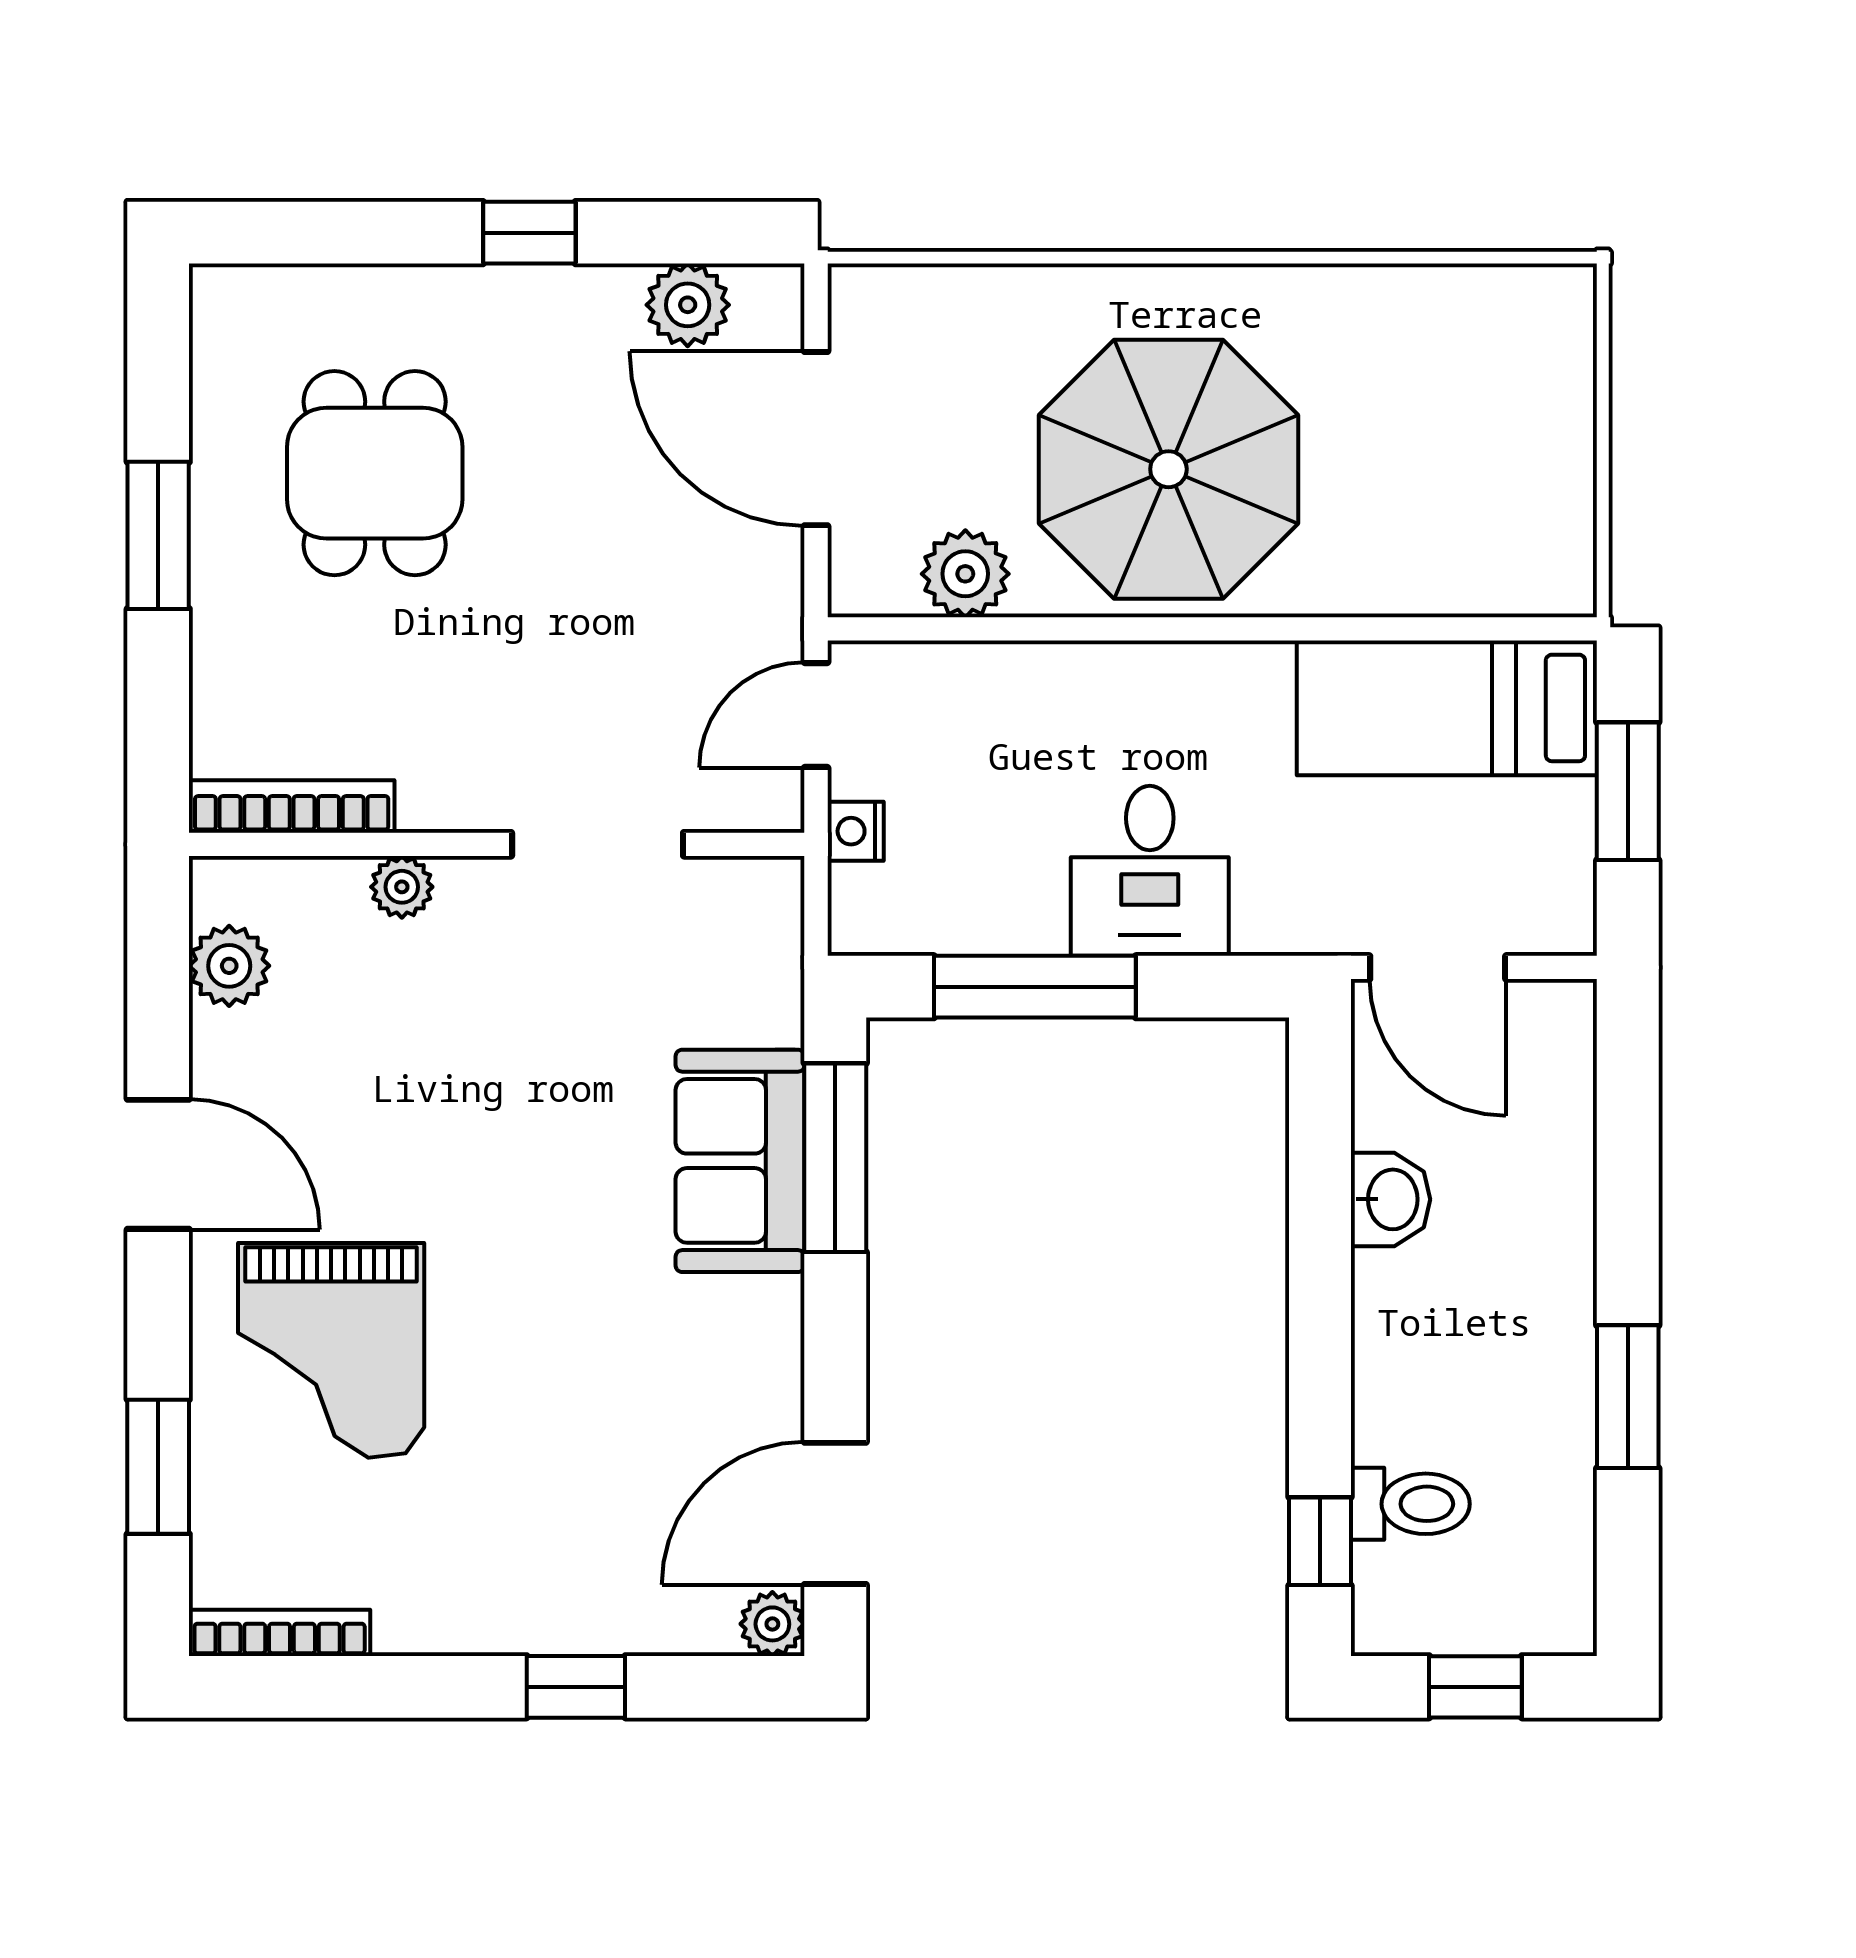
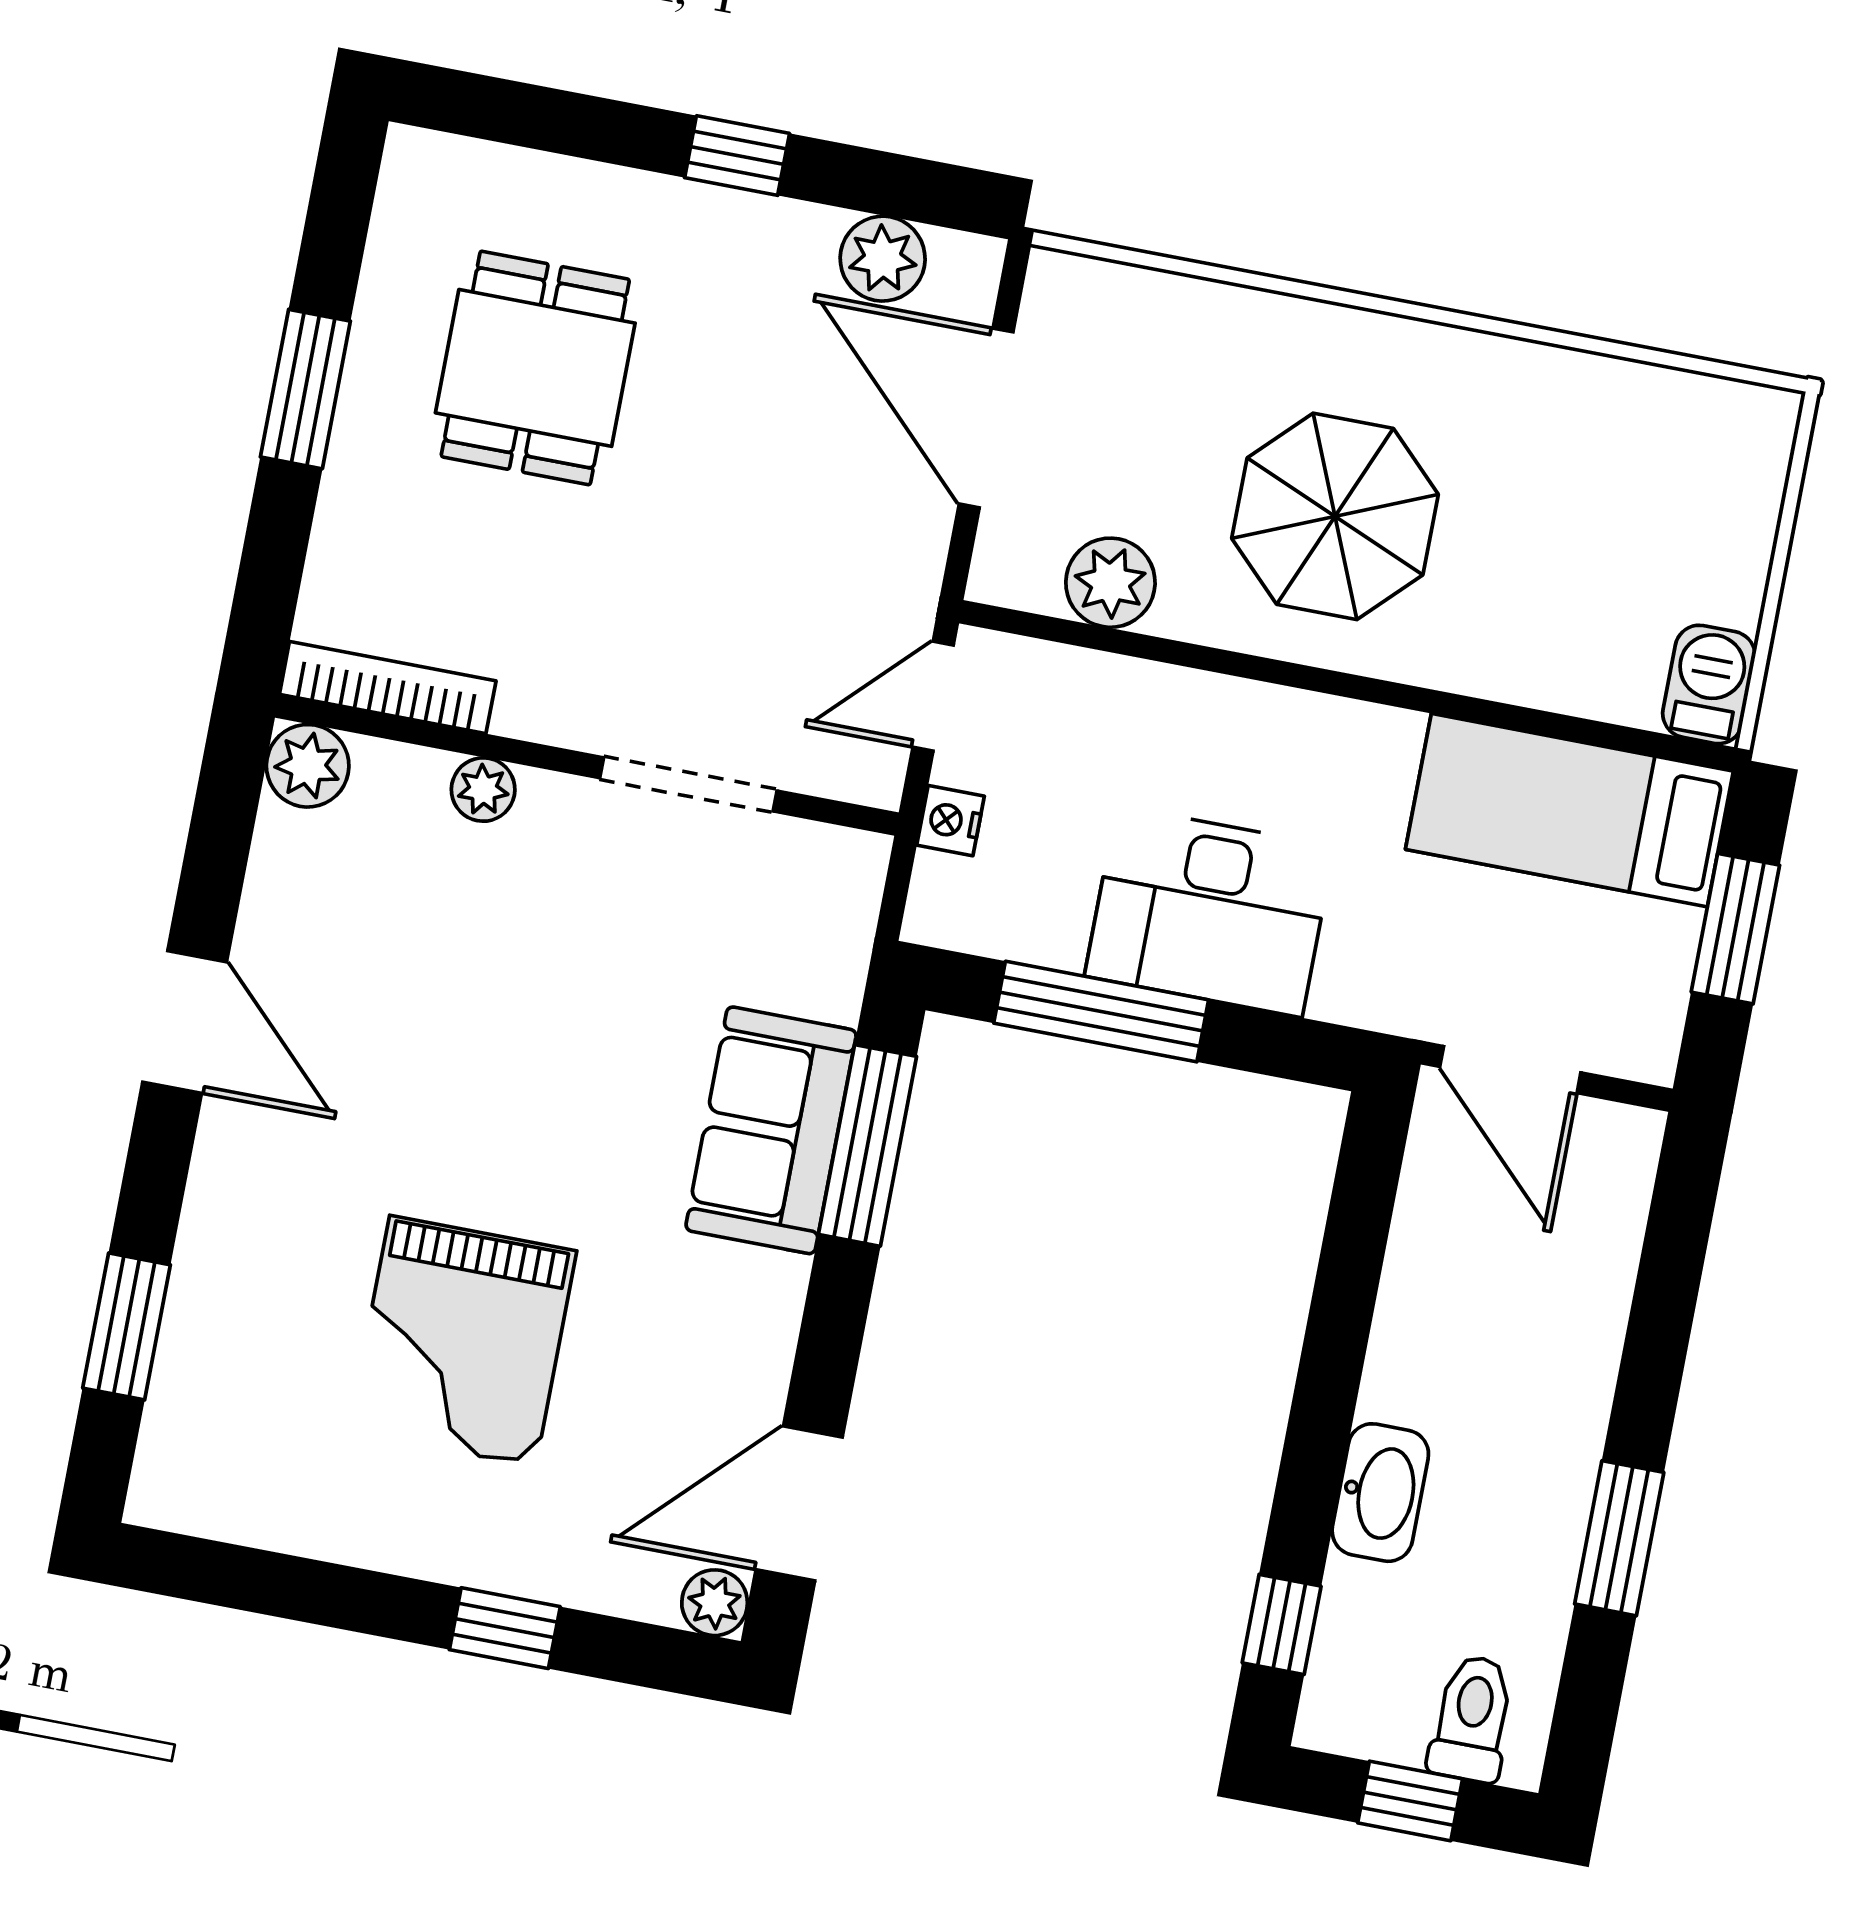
parasol: (1168, 469) -> (1335, 516), width x0.73, depth x0.73
barbecue: (1558, 562) -> (1709, 684), added
desk: (1150, 871) -> (1209, 911), width x1.37
plant: (229, 966) -> (308, 766), moved
washbasin: (1390, 1199) -> (1380, 1493), moved, width x1.38
grand piano: (331, 1350) -> (463, 1341), moved
toilet: (1410, 1504) -> (1472, 1719), moved, turned -90
bookcase: (280, 1633) -> (217, 1517), removed

